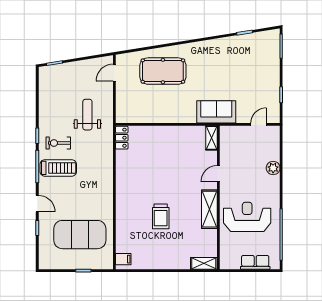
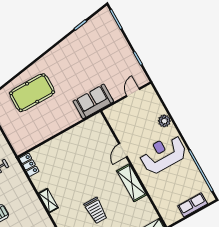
shelving: (211, 138) -> (48, 200), moved
reception desk: (247, 217) -> (163, 154), moved

